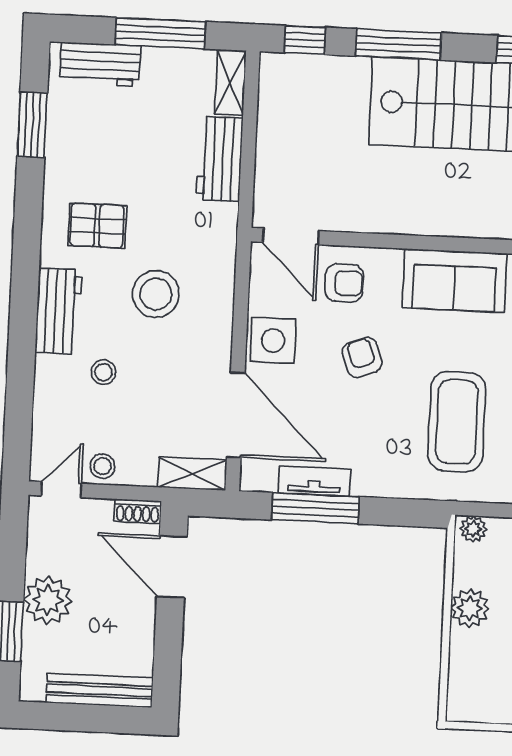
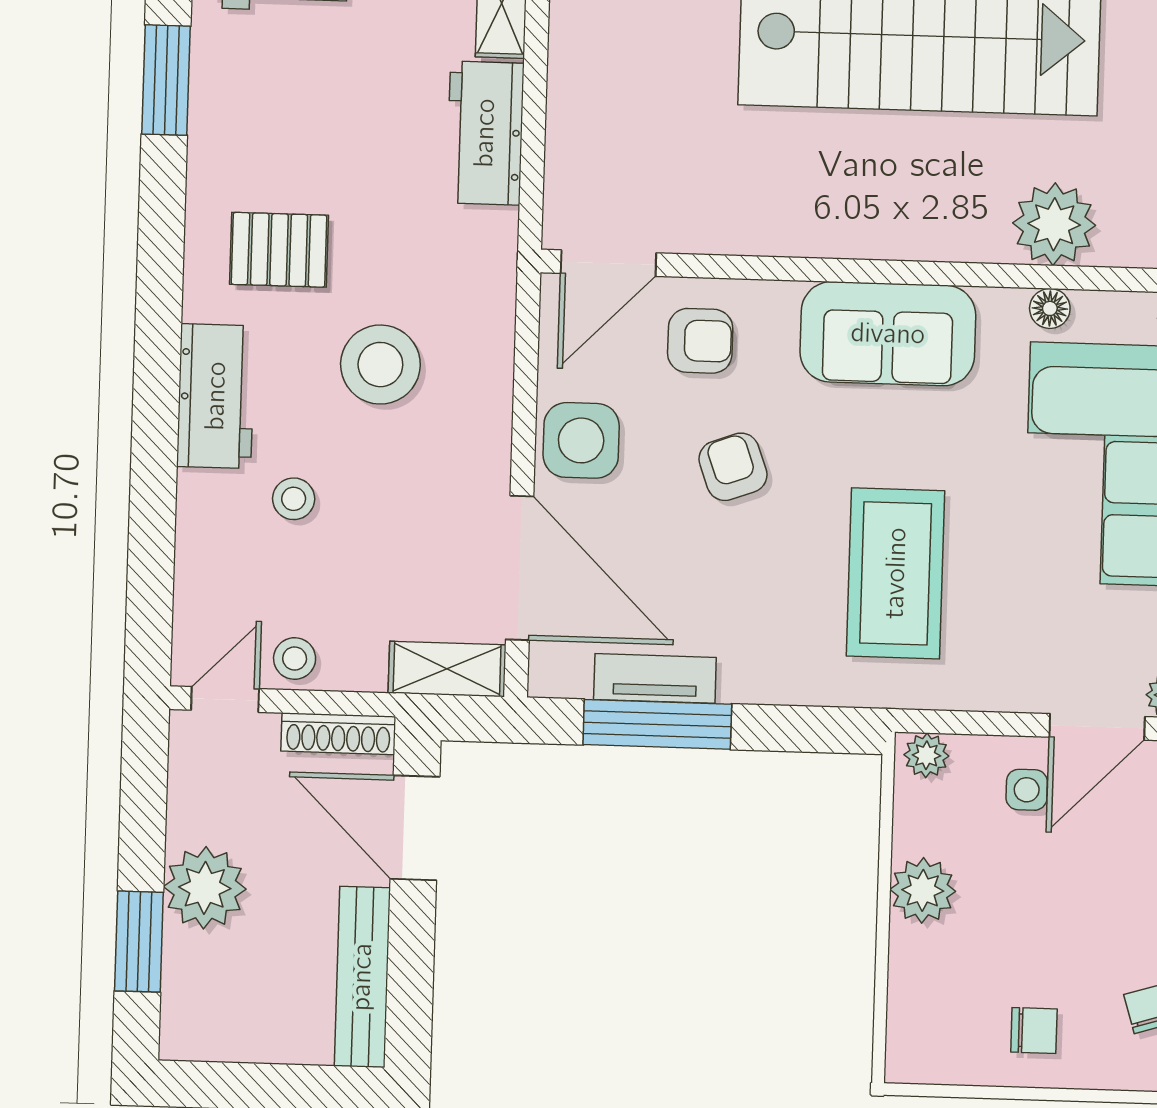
door: (291, 236) -> (608, 263), hinge flipped
shoe rack: (138, 511) -> (338, 734), width x1.43
bench: (100, 690) -> (362, 977), moved, turned 90

